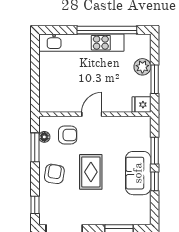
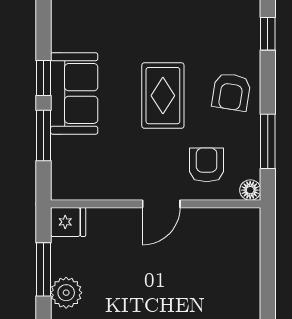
armchair: (68, 135) -> (207, 165), turned 90
floor lamp: (44, 137) -> (250, 190), moved

